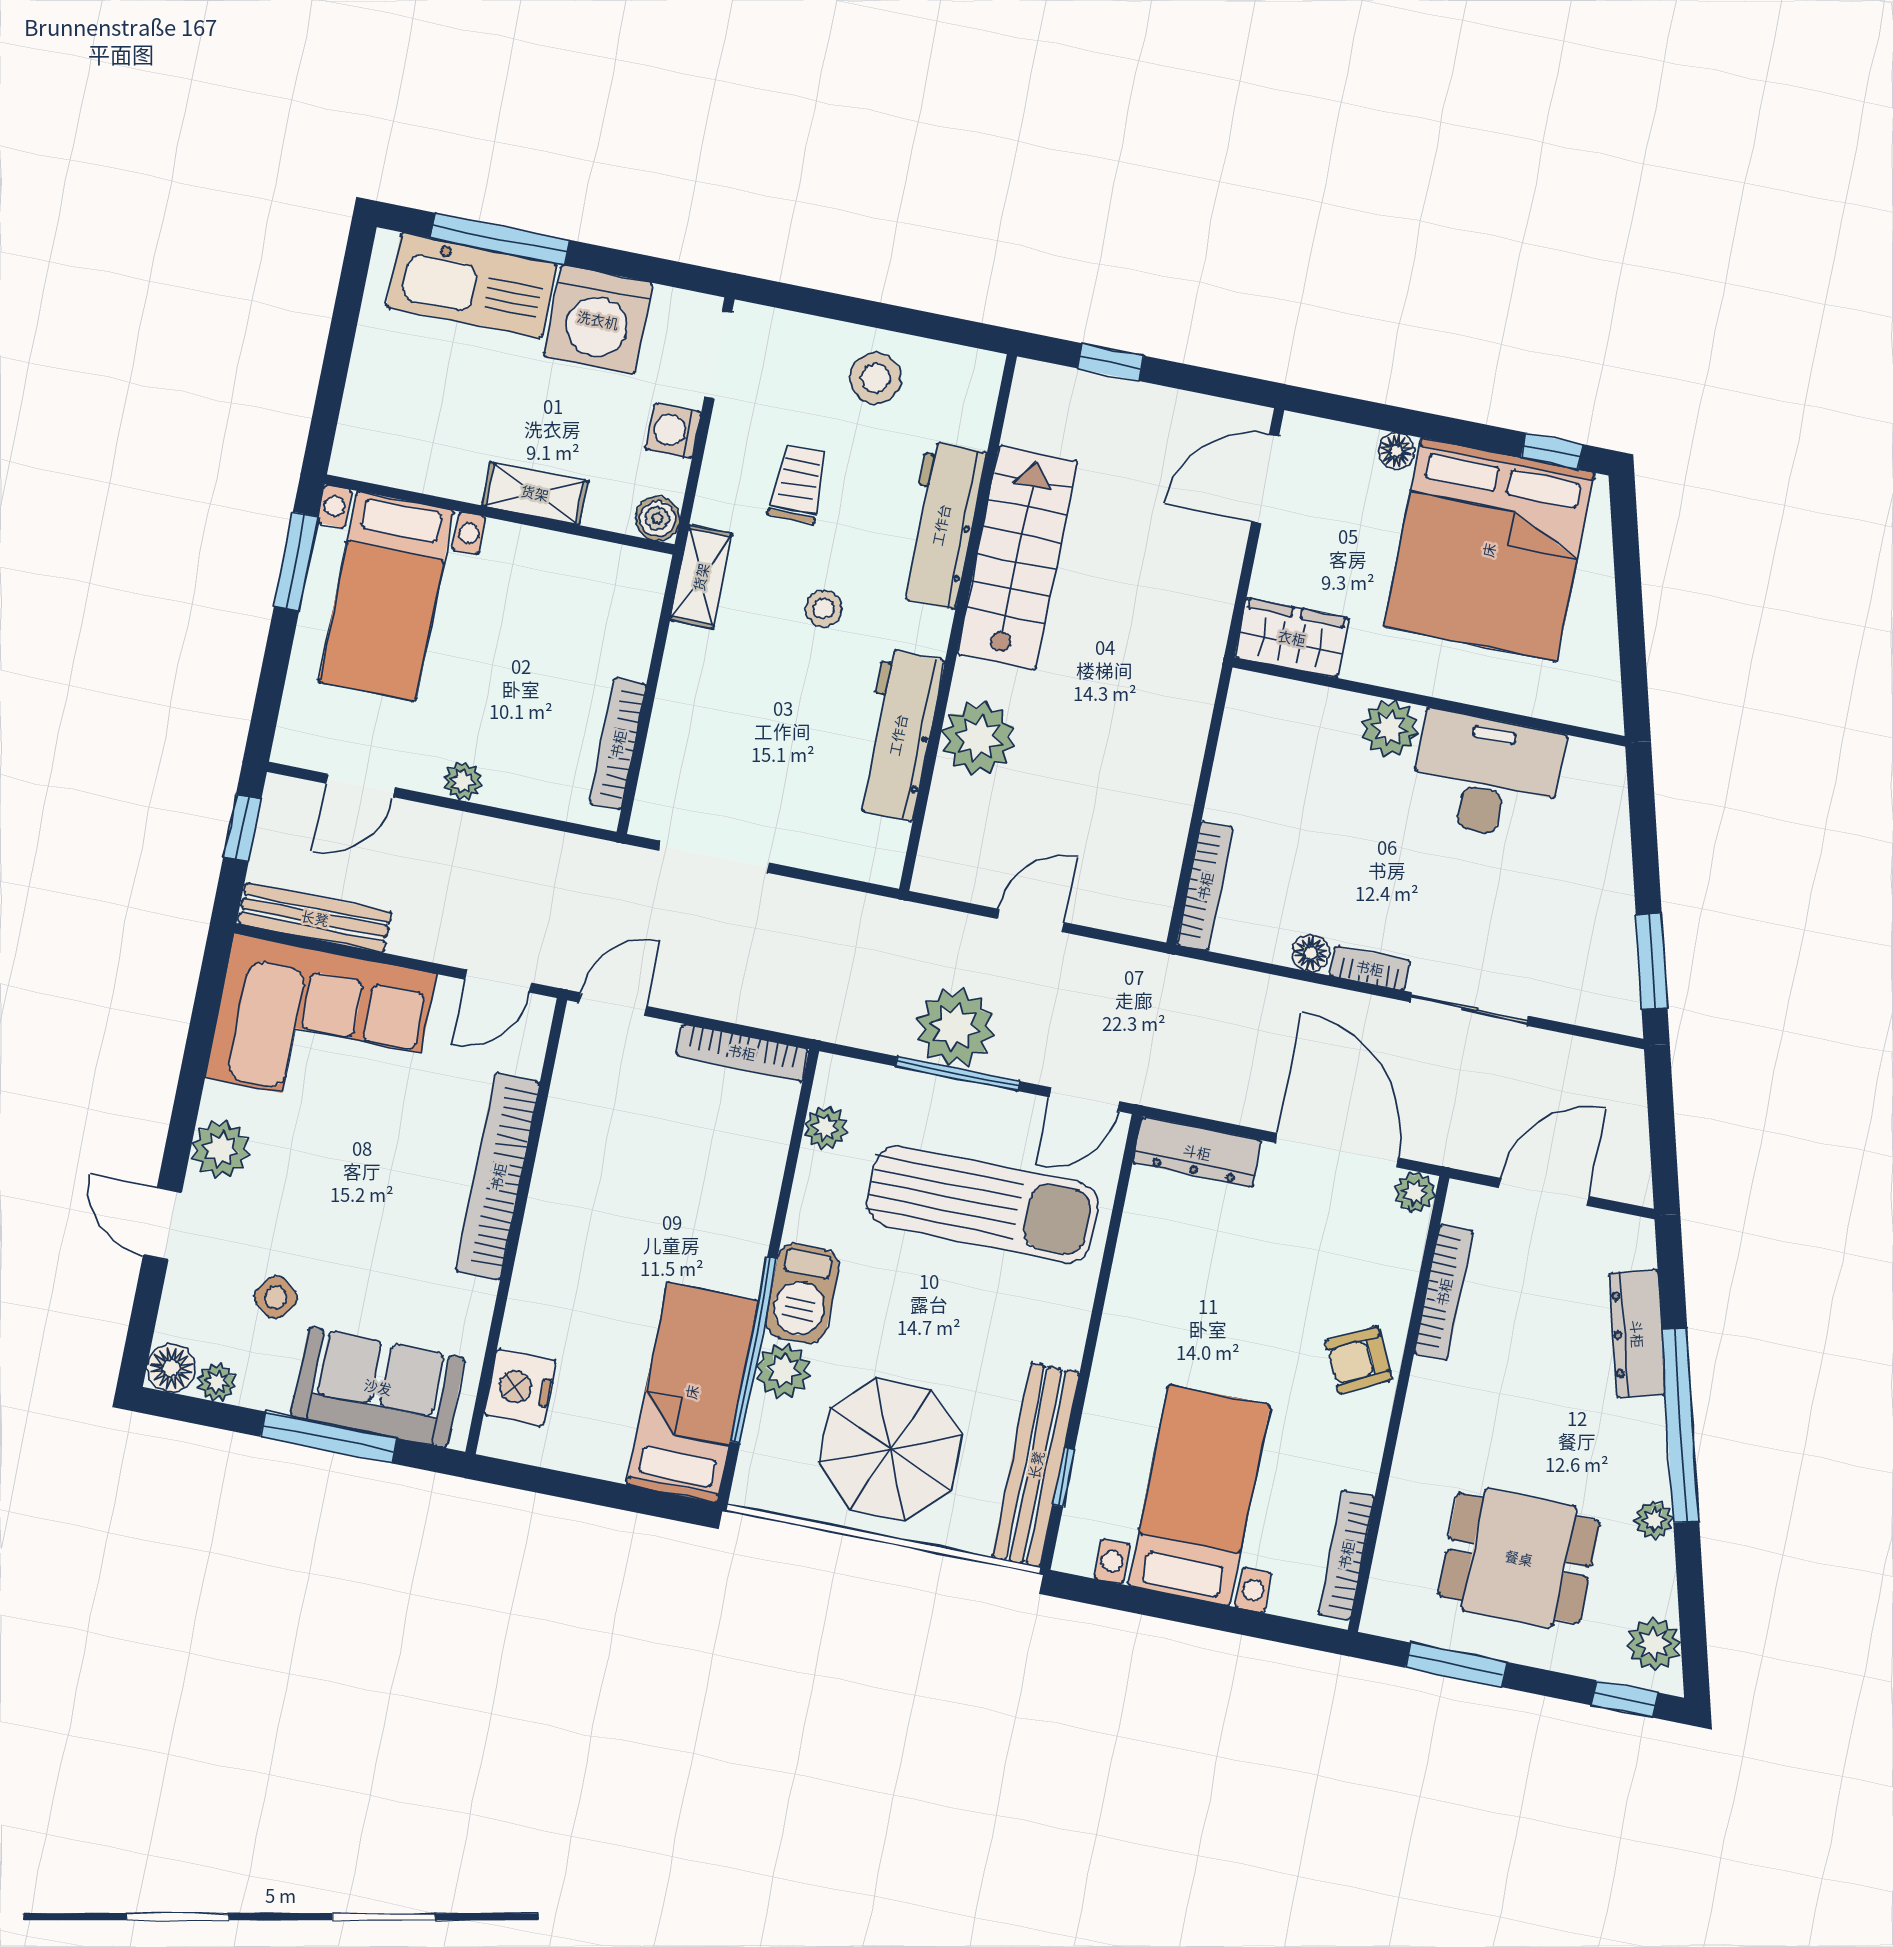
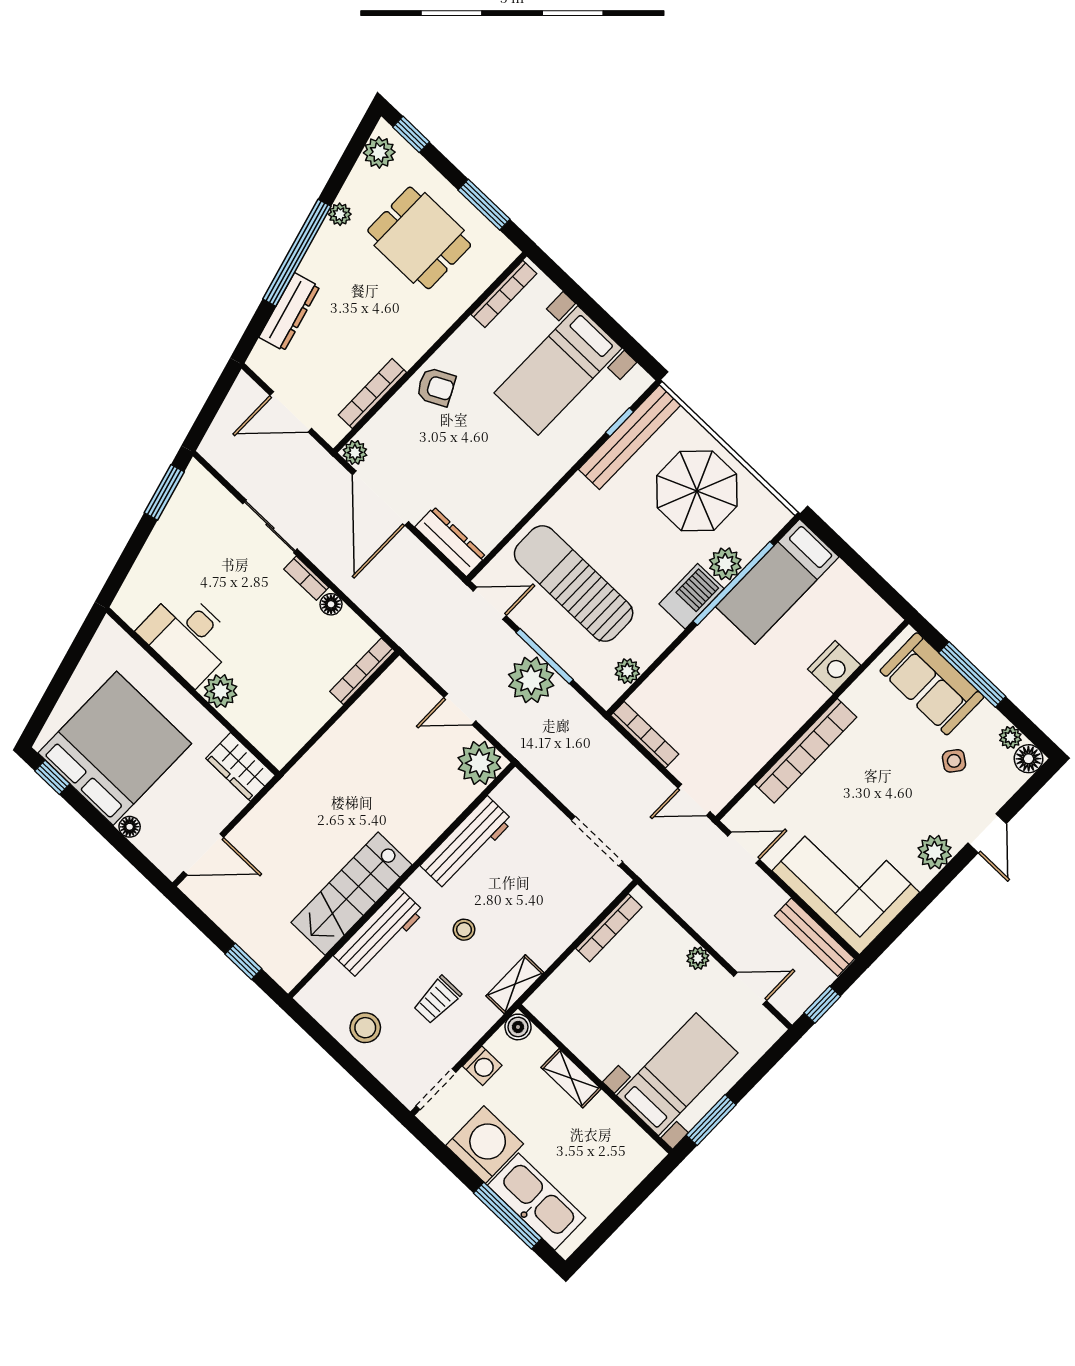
plant: (978, 738) -> (479, 763), moved
nightstand: (520, 1387) -> (834, 667), moved

